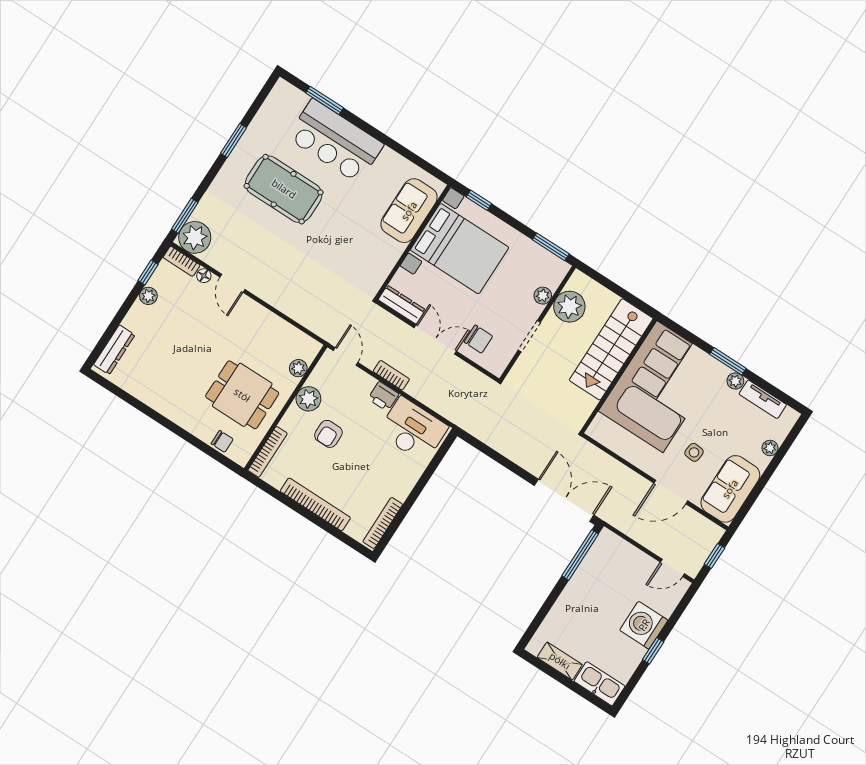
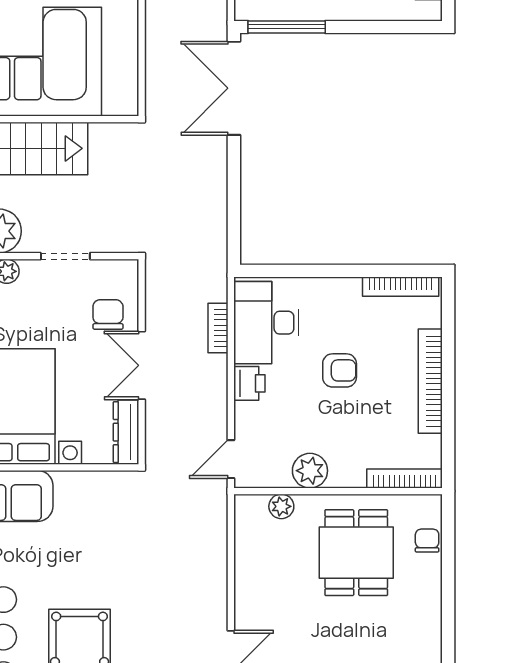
bookcase: (391, 375) -> (218, 328), moved
armchair: (328, 434) -> (340, 370), moved

